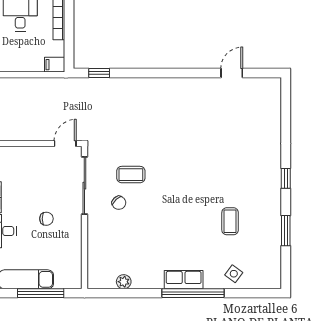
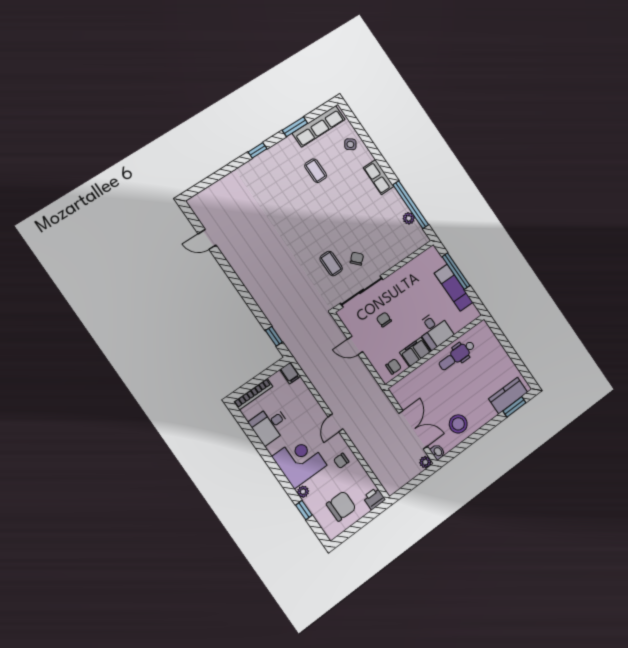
door: (65, 144) -> (355, 345), moved
chair: (46, 219) -> (384, 320), moved
coffee table: (230, 221) -> (316, 171), turned 90
row of seats: (271, 254) -> (319, 126), added
window: (193, 293) -> (411, 205), moved

